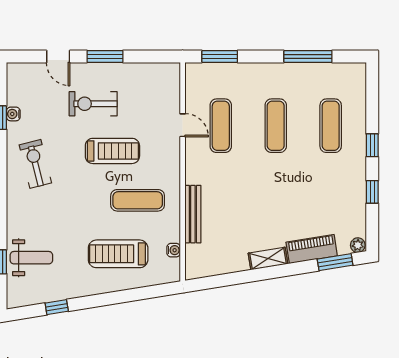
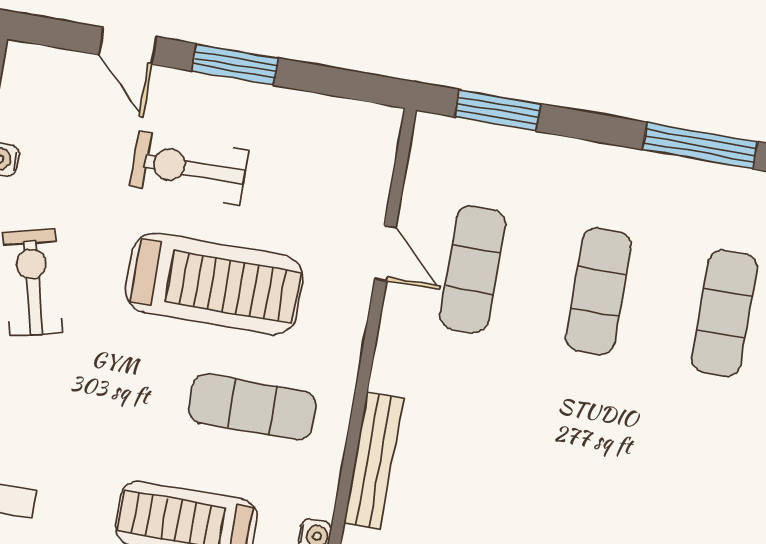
treadmill: (112, 151) -> (214, 284), width x1.37, depth x1.38

